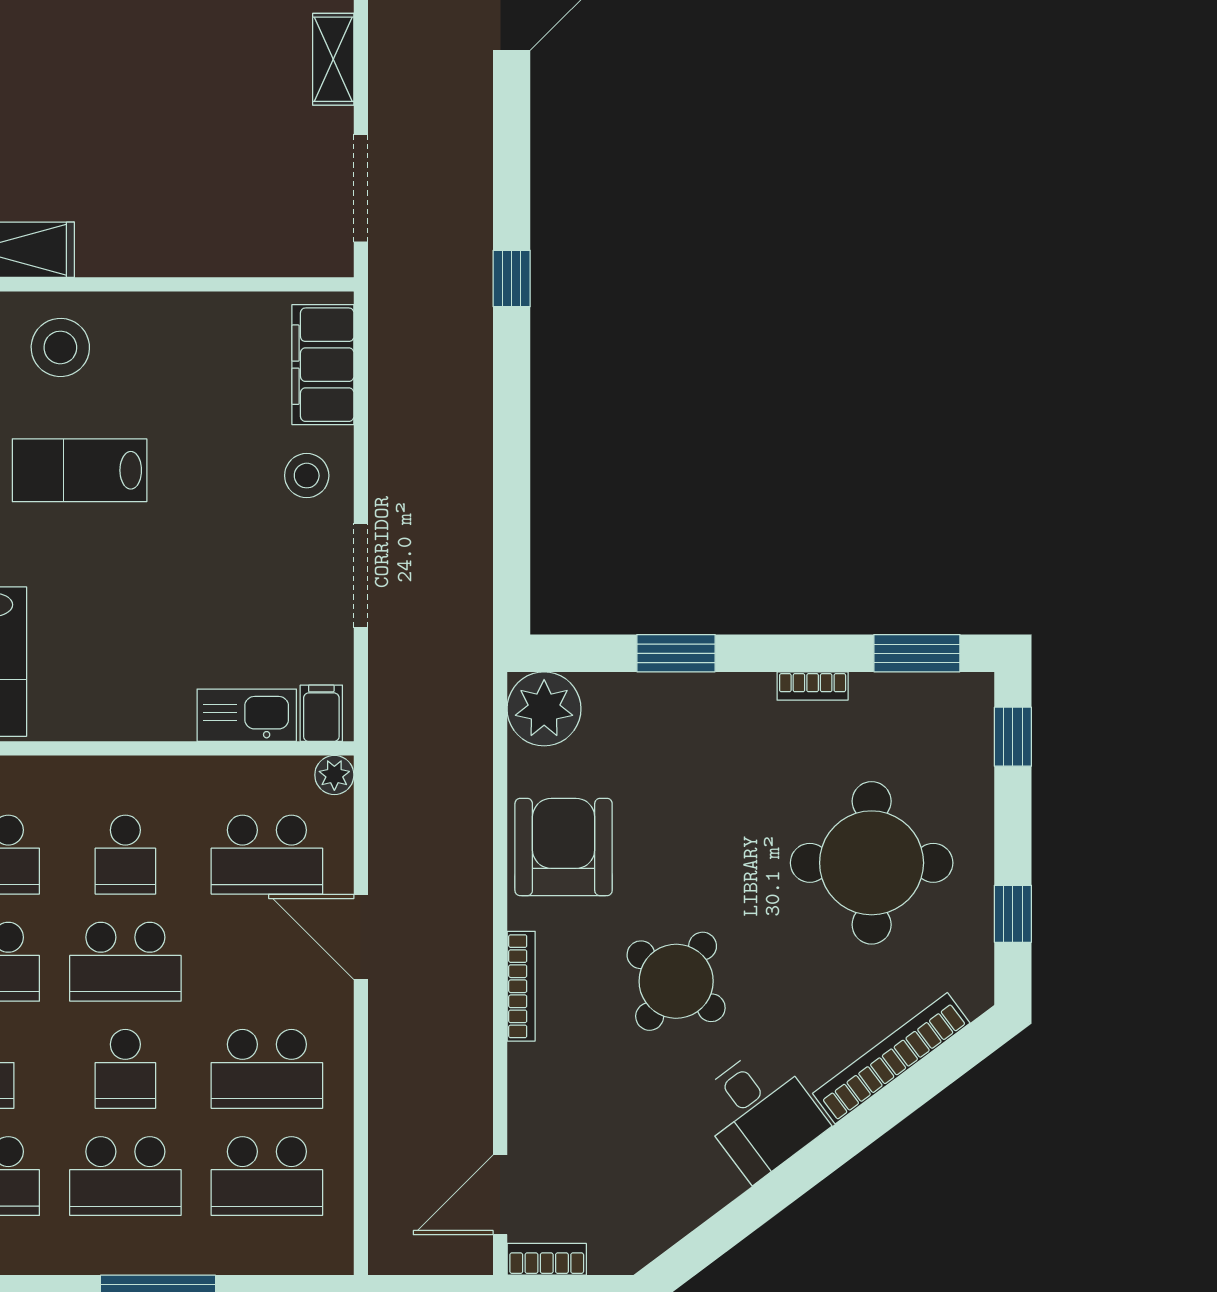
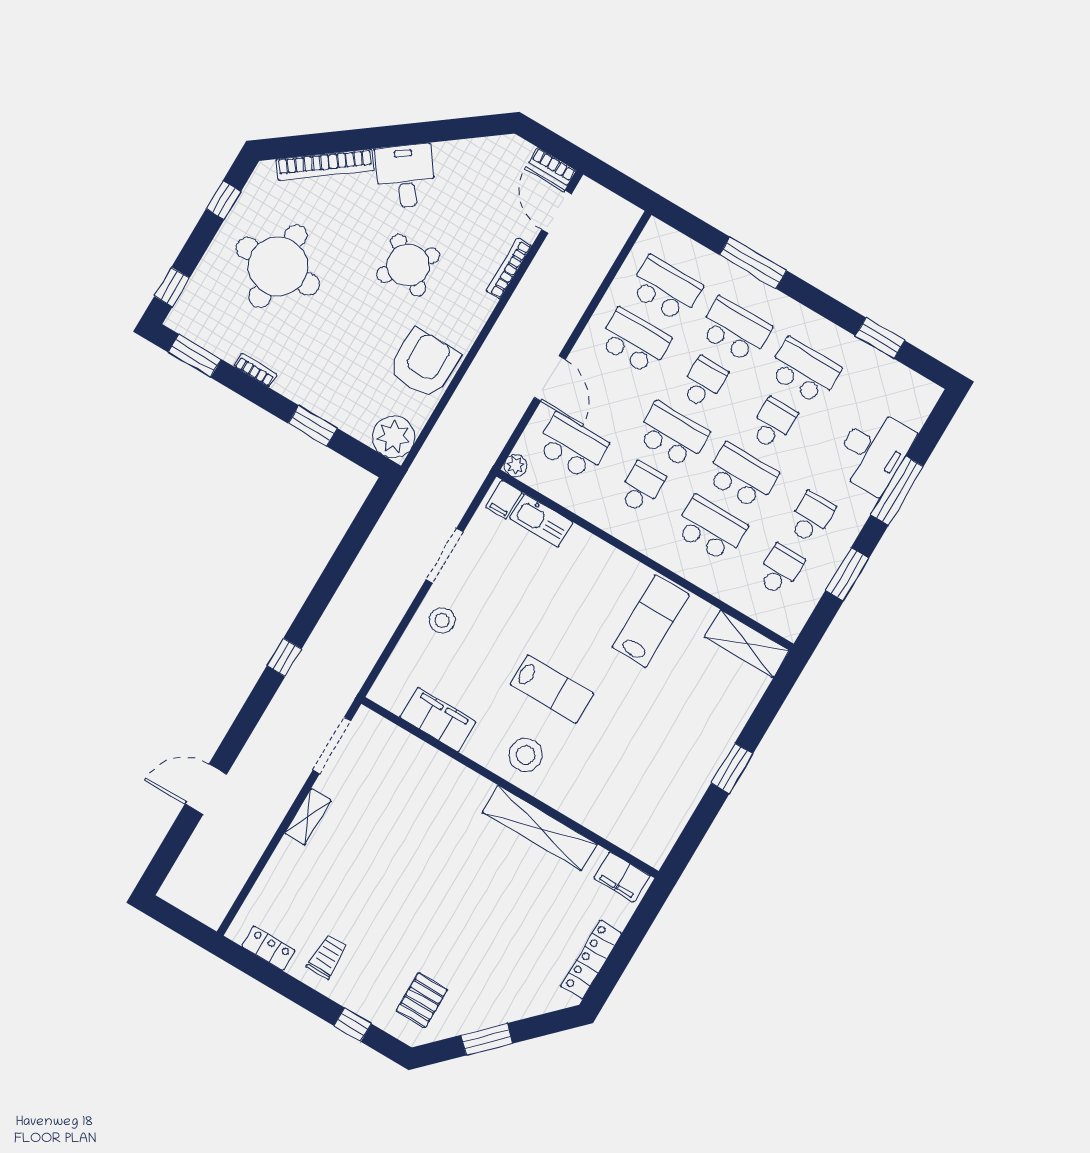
filing cabinet: (323, 365) -> (438, 719), moved, turned -90
armchair: (564, 847) -> (424, 364), turned 180
bookcase: (521, 986) -> (509, 269), moved
door: (500, 1195) -> (557, 212), swing flipped

